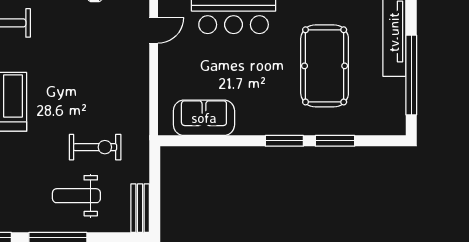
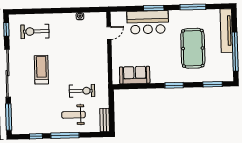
window: (335, 141) -> (213, 84), moved

